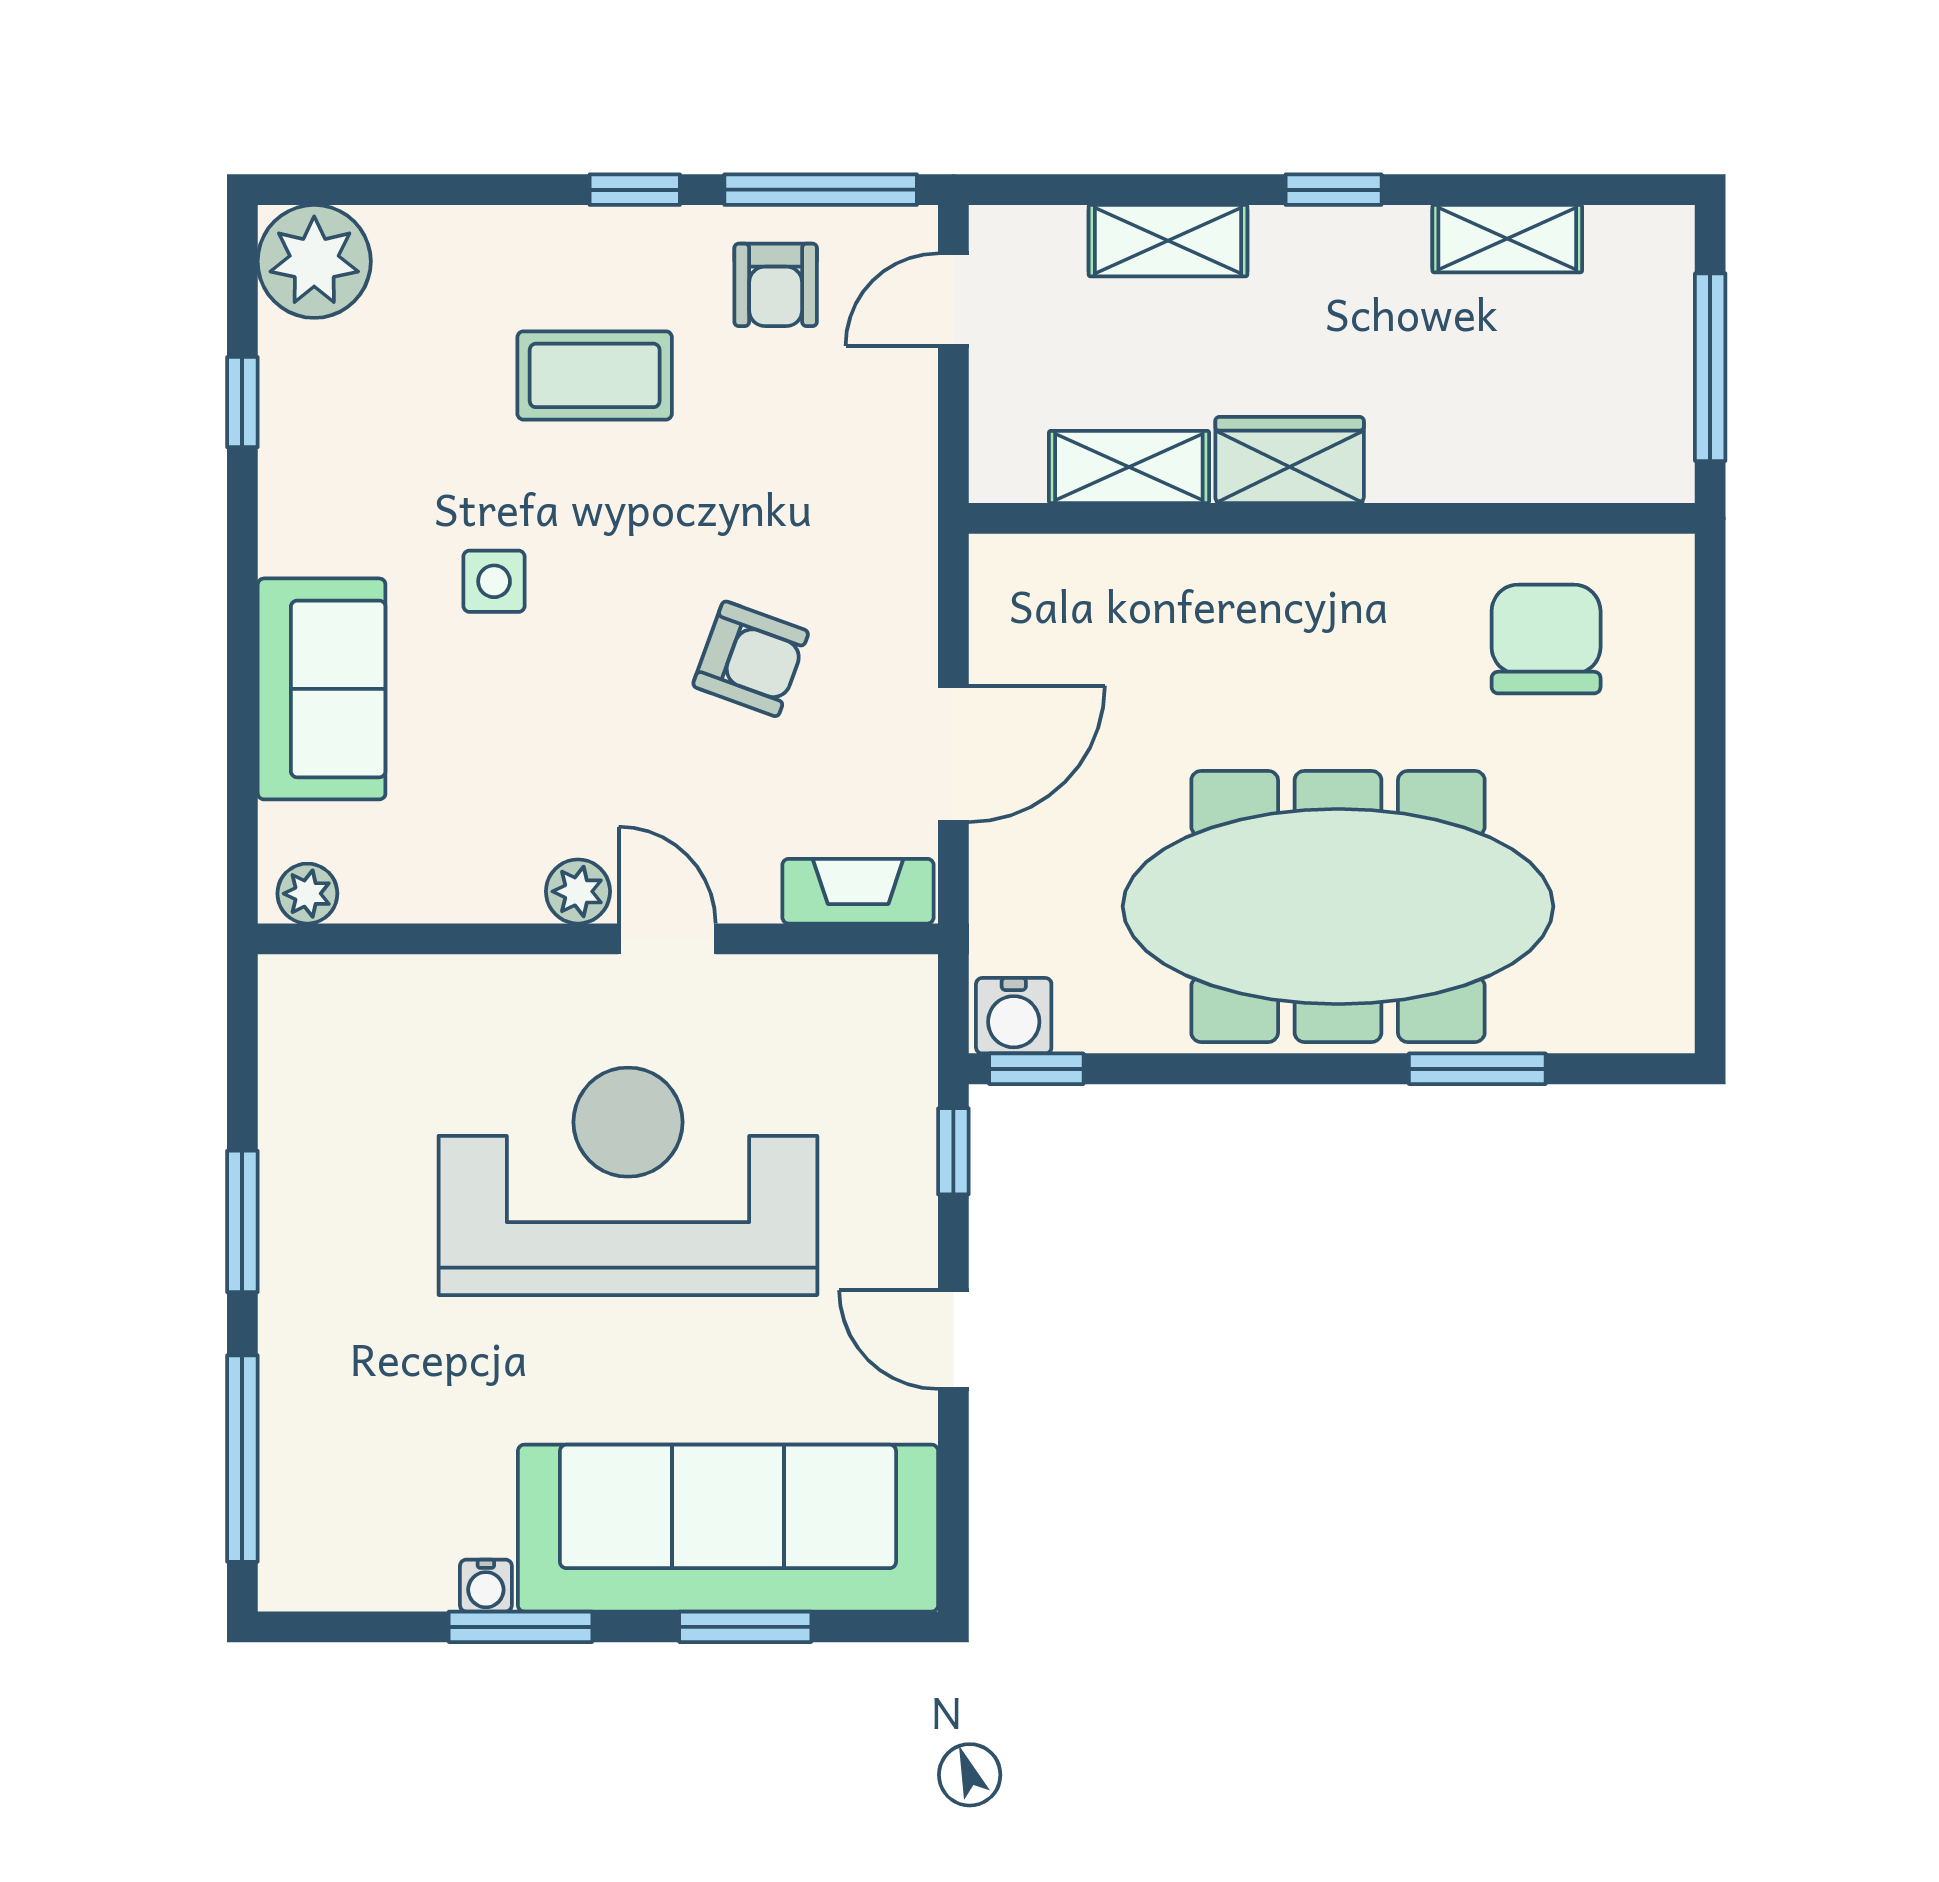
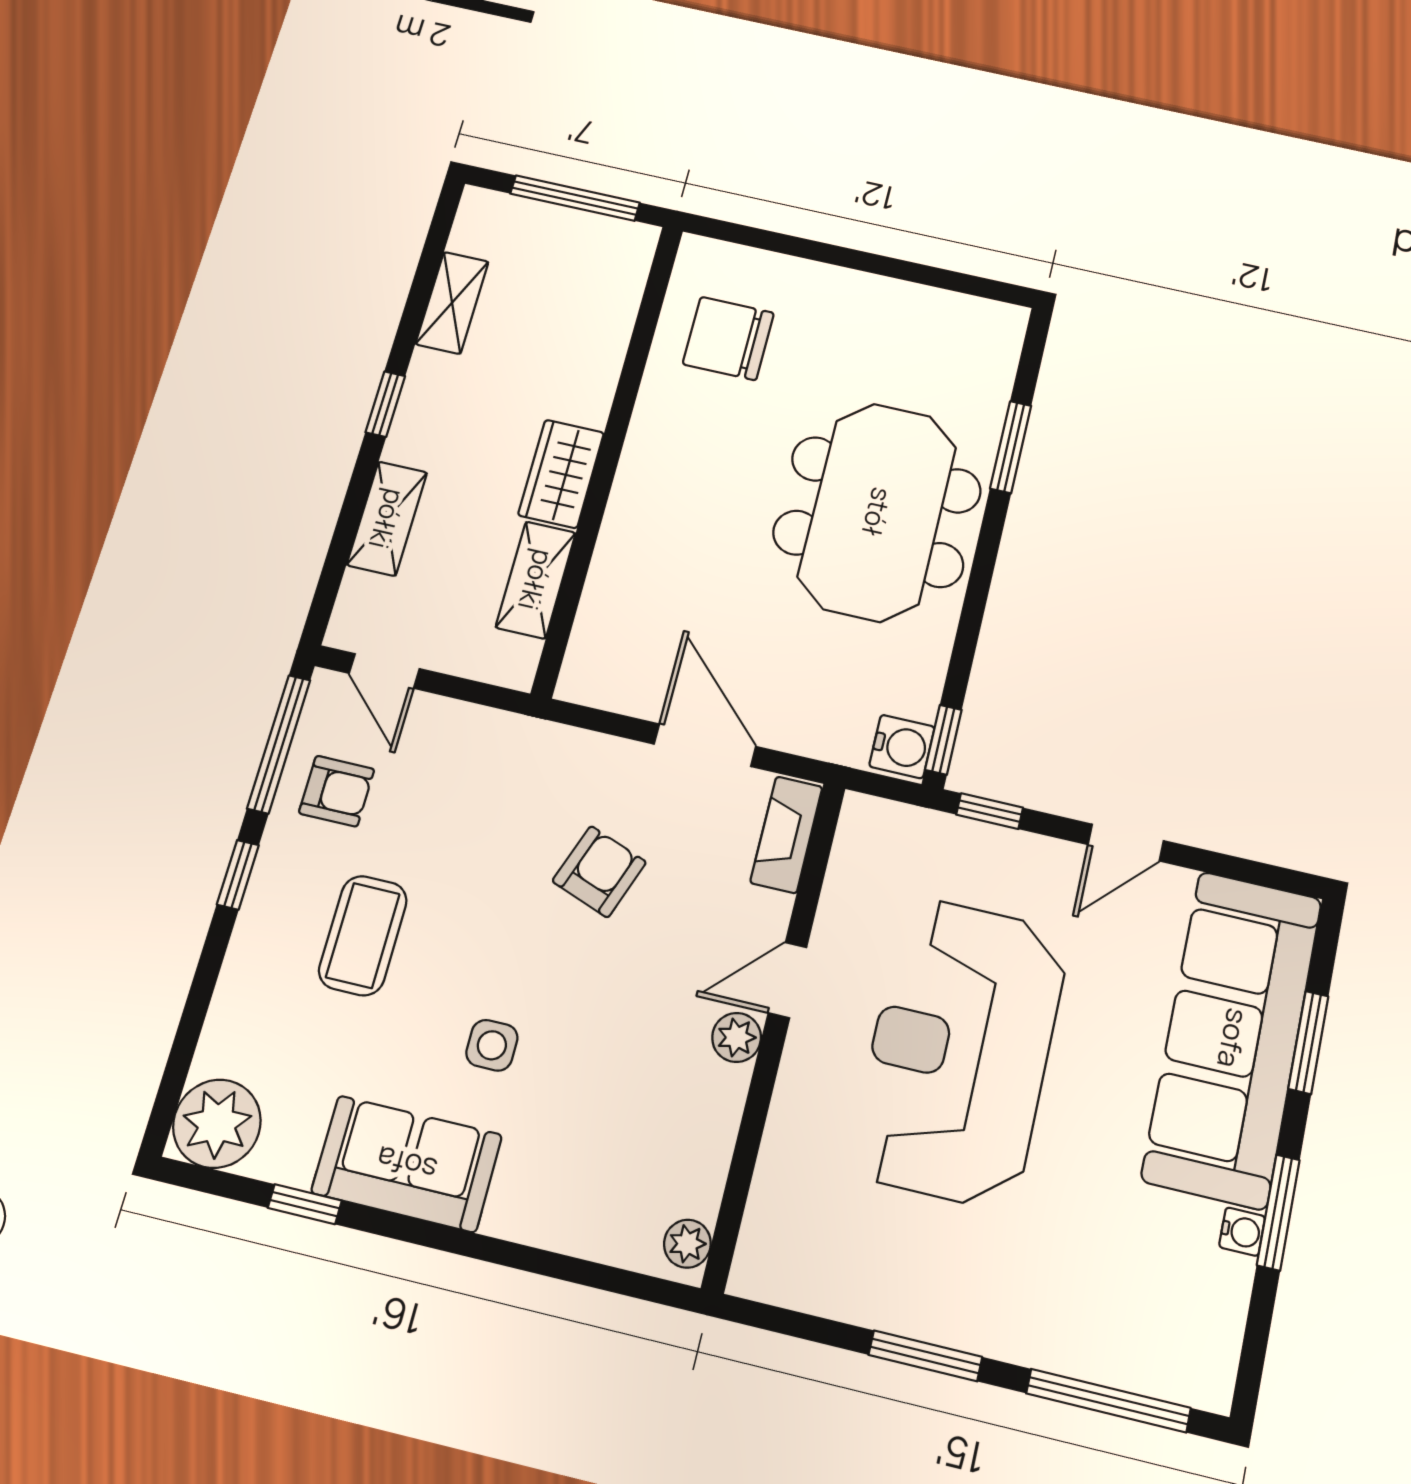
sofa: (322, 689) -> (407, 1164), moved
meeting table: (1338, 906) -> (877, 512), width x0.73

